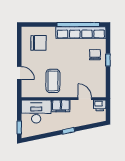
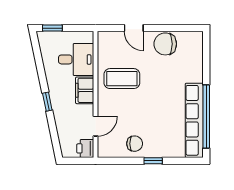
chair: (38, 43) -> (165, 44), moved, turned 90
chair: (95, 55) -> (135, 144), moved
door: (19, 73) -> (134, 28), hinge flipped
desk: (36, 112) -> (76, 59), width x0.73

